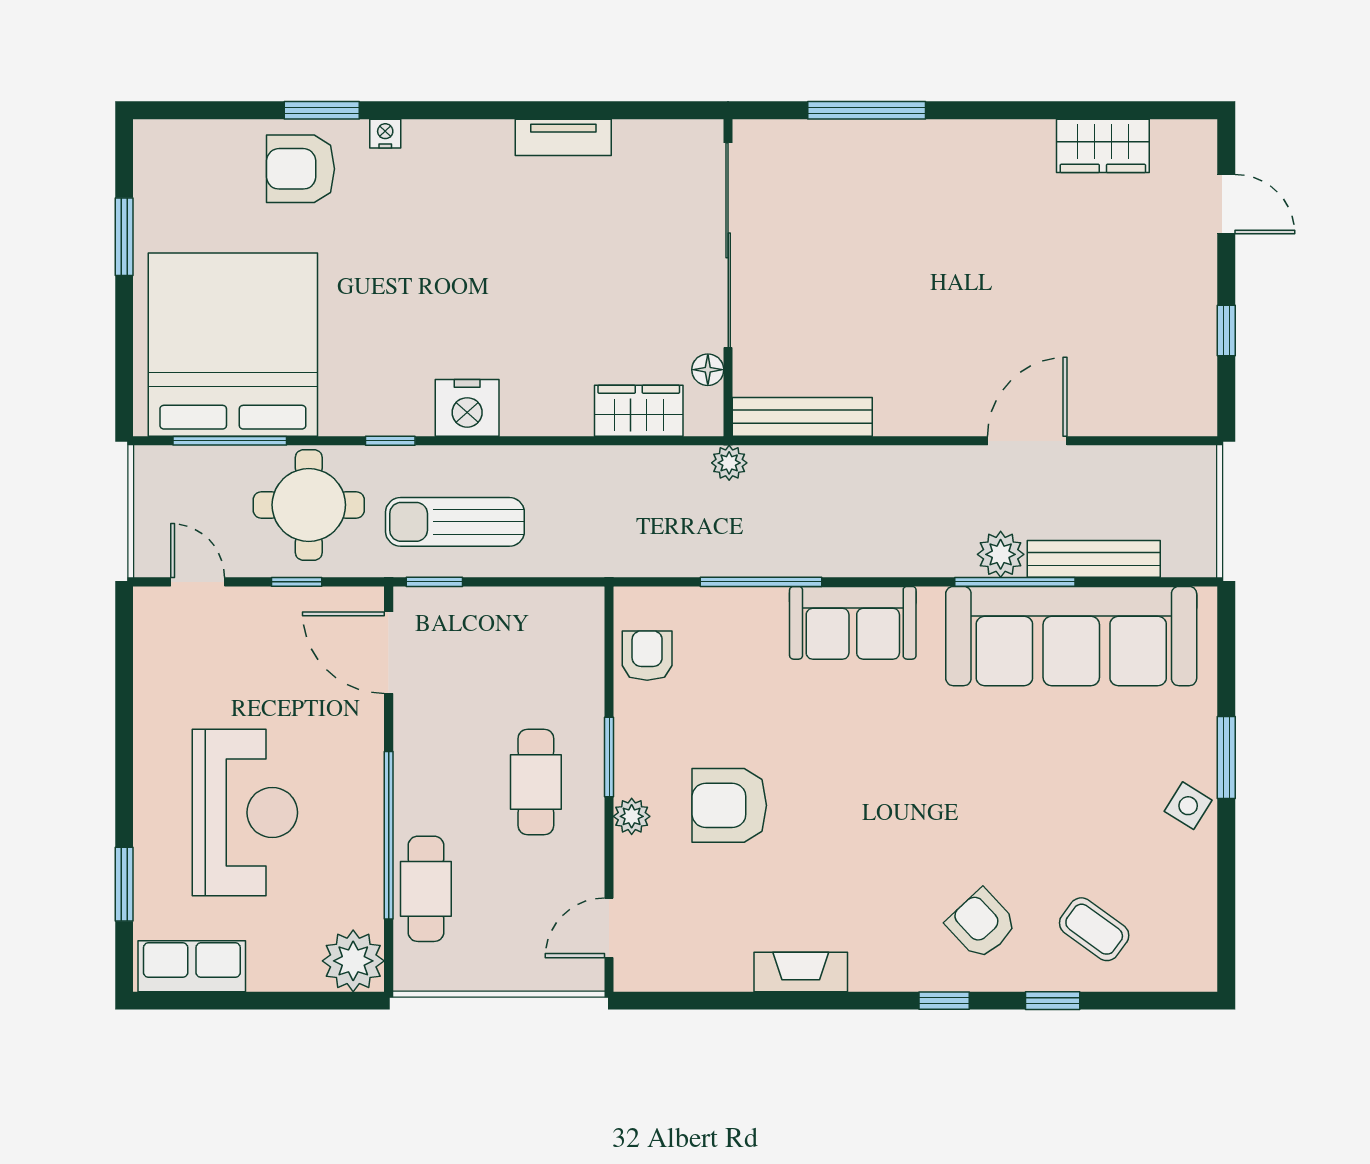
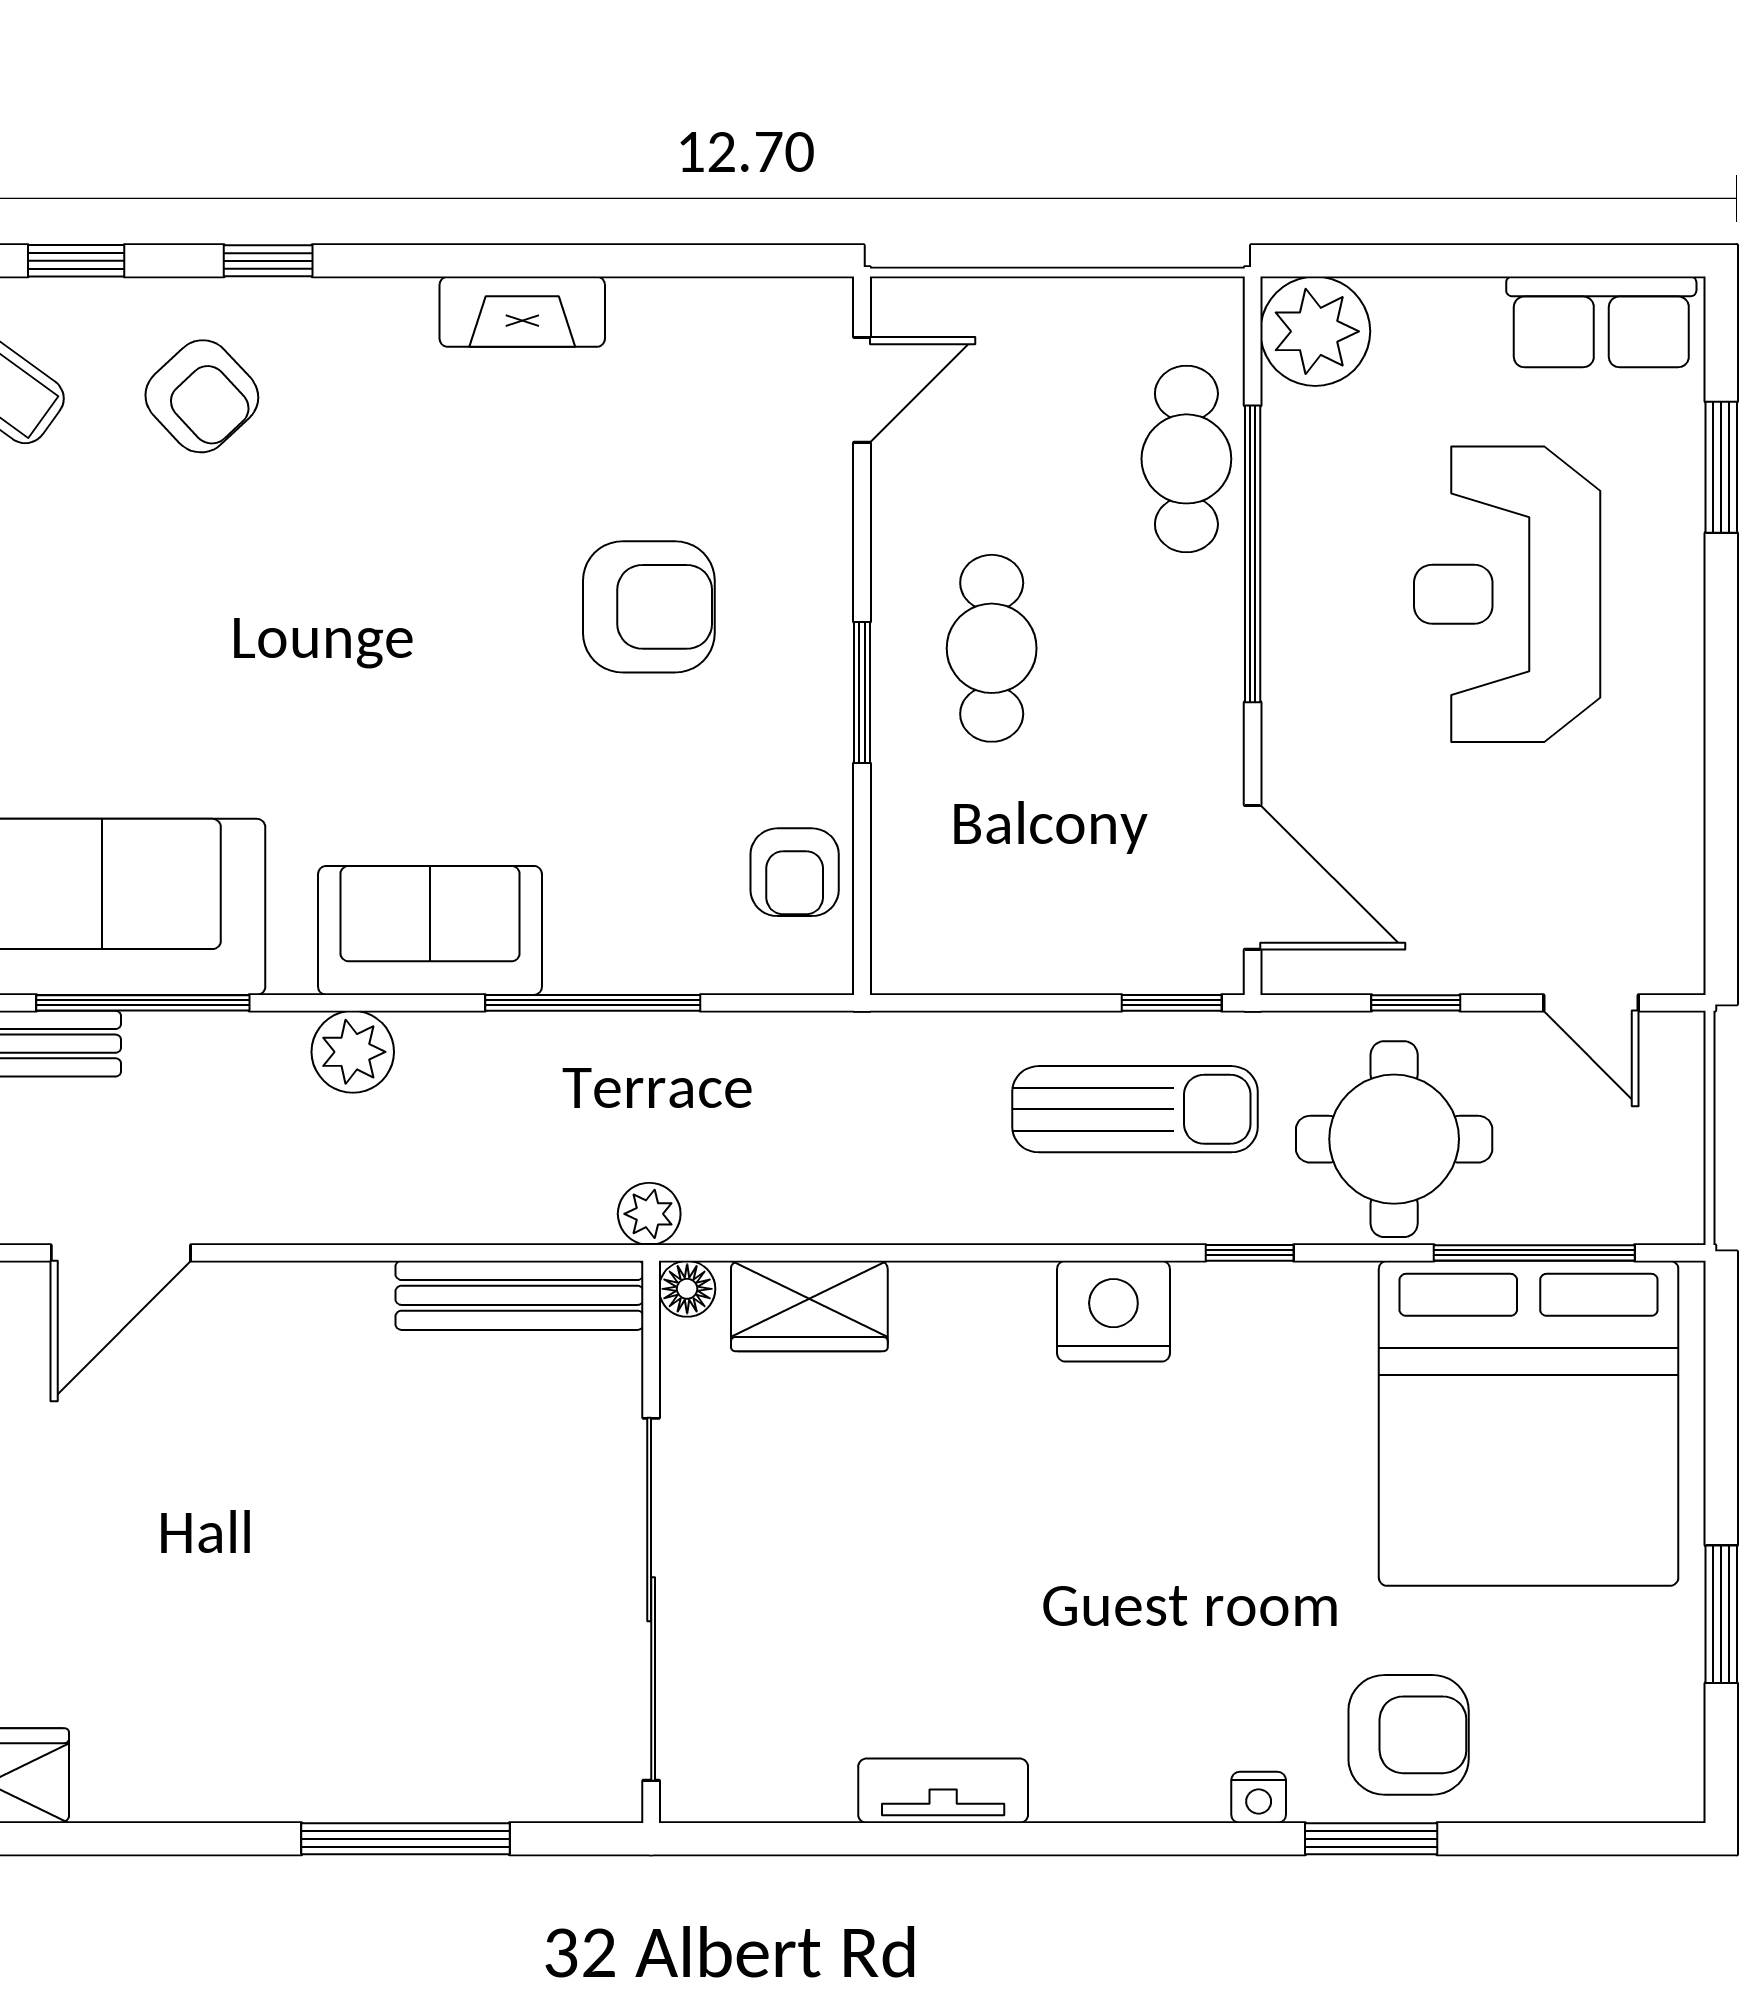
floor lamp: (708, 370) -> (687, 1289), moved
plant: (1001, 554) -> (353, 1052), moved
plant: (632, 816) -> (822, 588), removed

